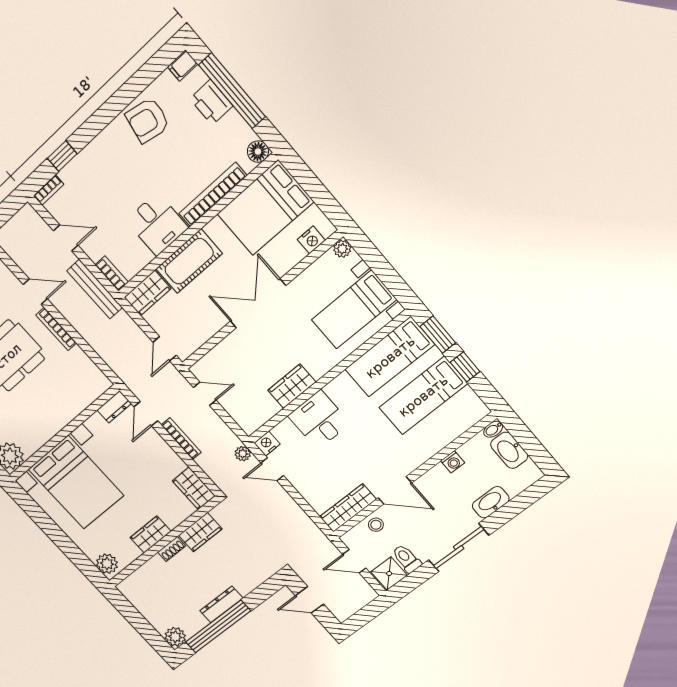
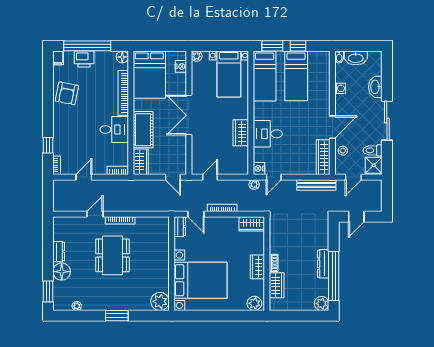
bench: (95, 289) -> (316, 185), moved
wardrobe: (200, 532) -> (277, 285), moved

